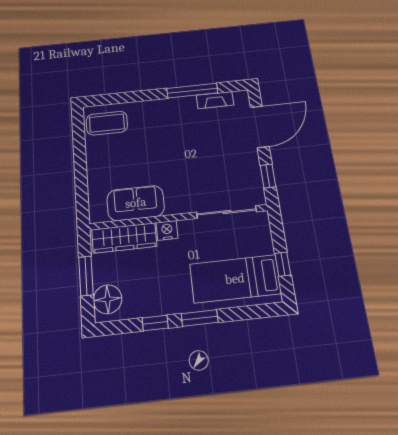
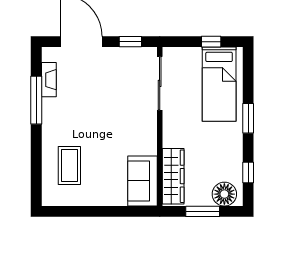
coffee table: (107, 123) -> (69, 166), moved
sofa: (136, 203) -> (143, 181), moved
nightstand: (167, 230) -> (170, 138), removed
window: (155, 323) -> (248, 173), moved

